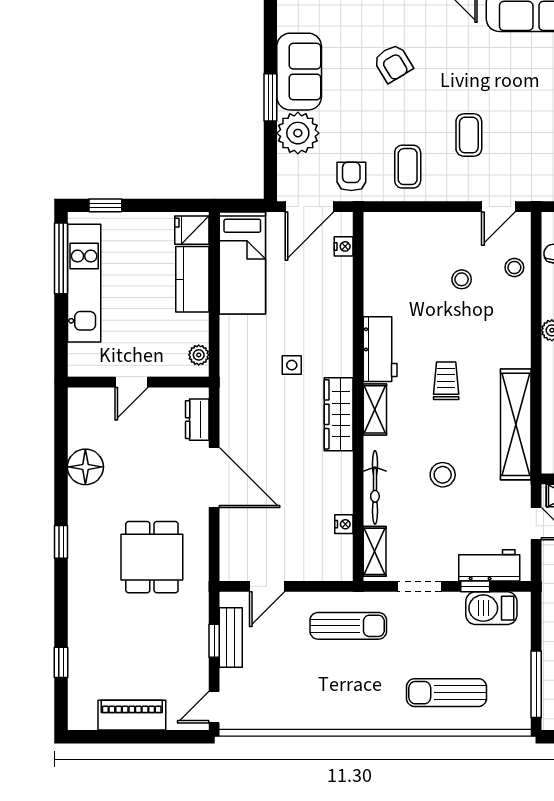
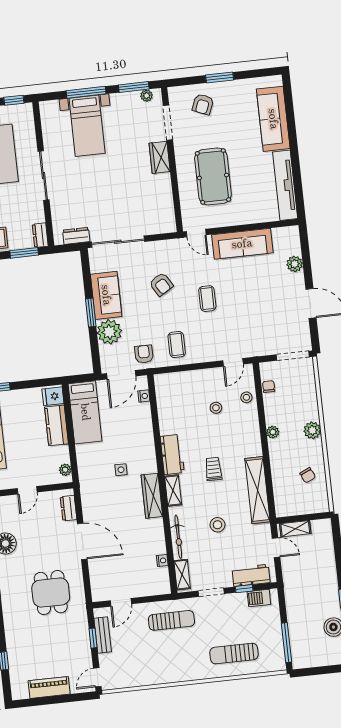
coffee table: (469, 135) -> (207, 299), moved
barbecue: (491, 608) -> (259, 598), width x0.73, depth x0.79

